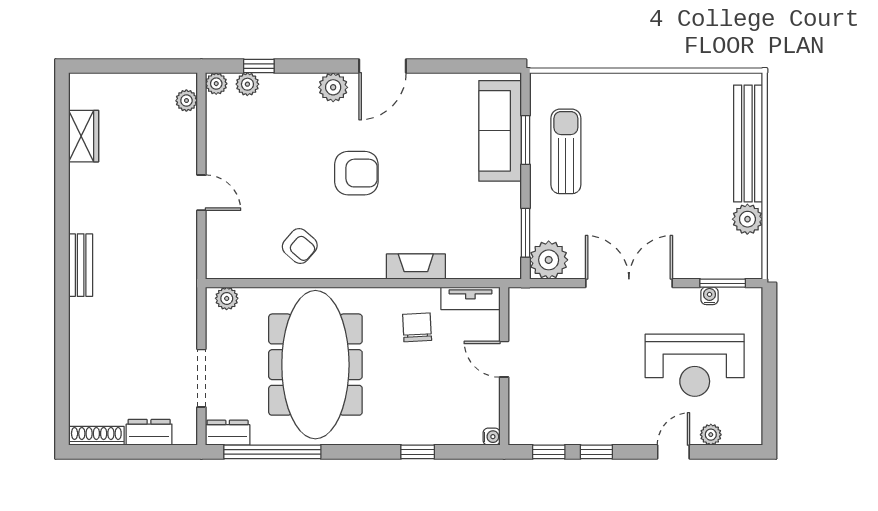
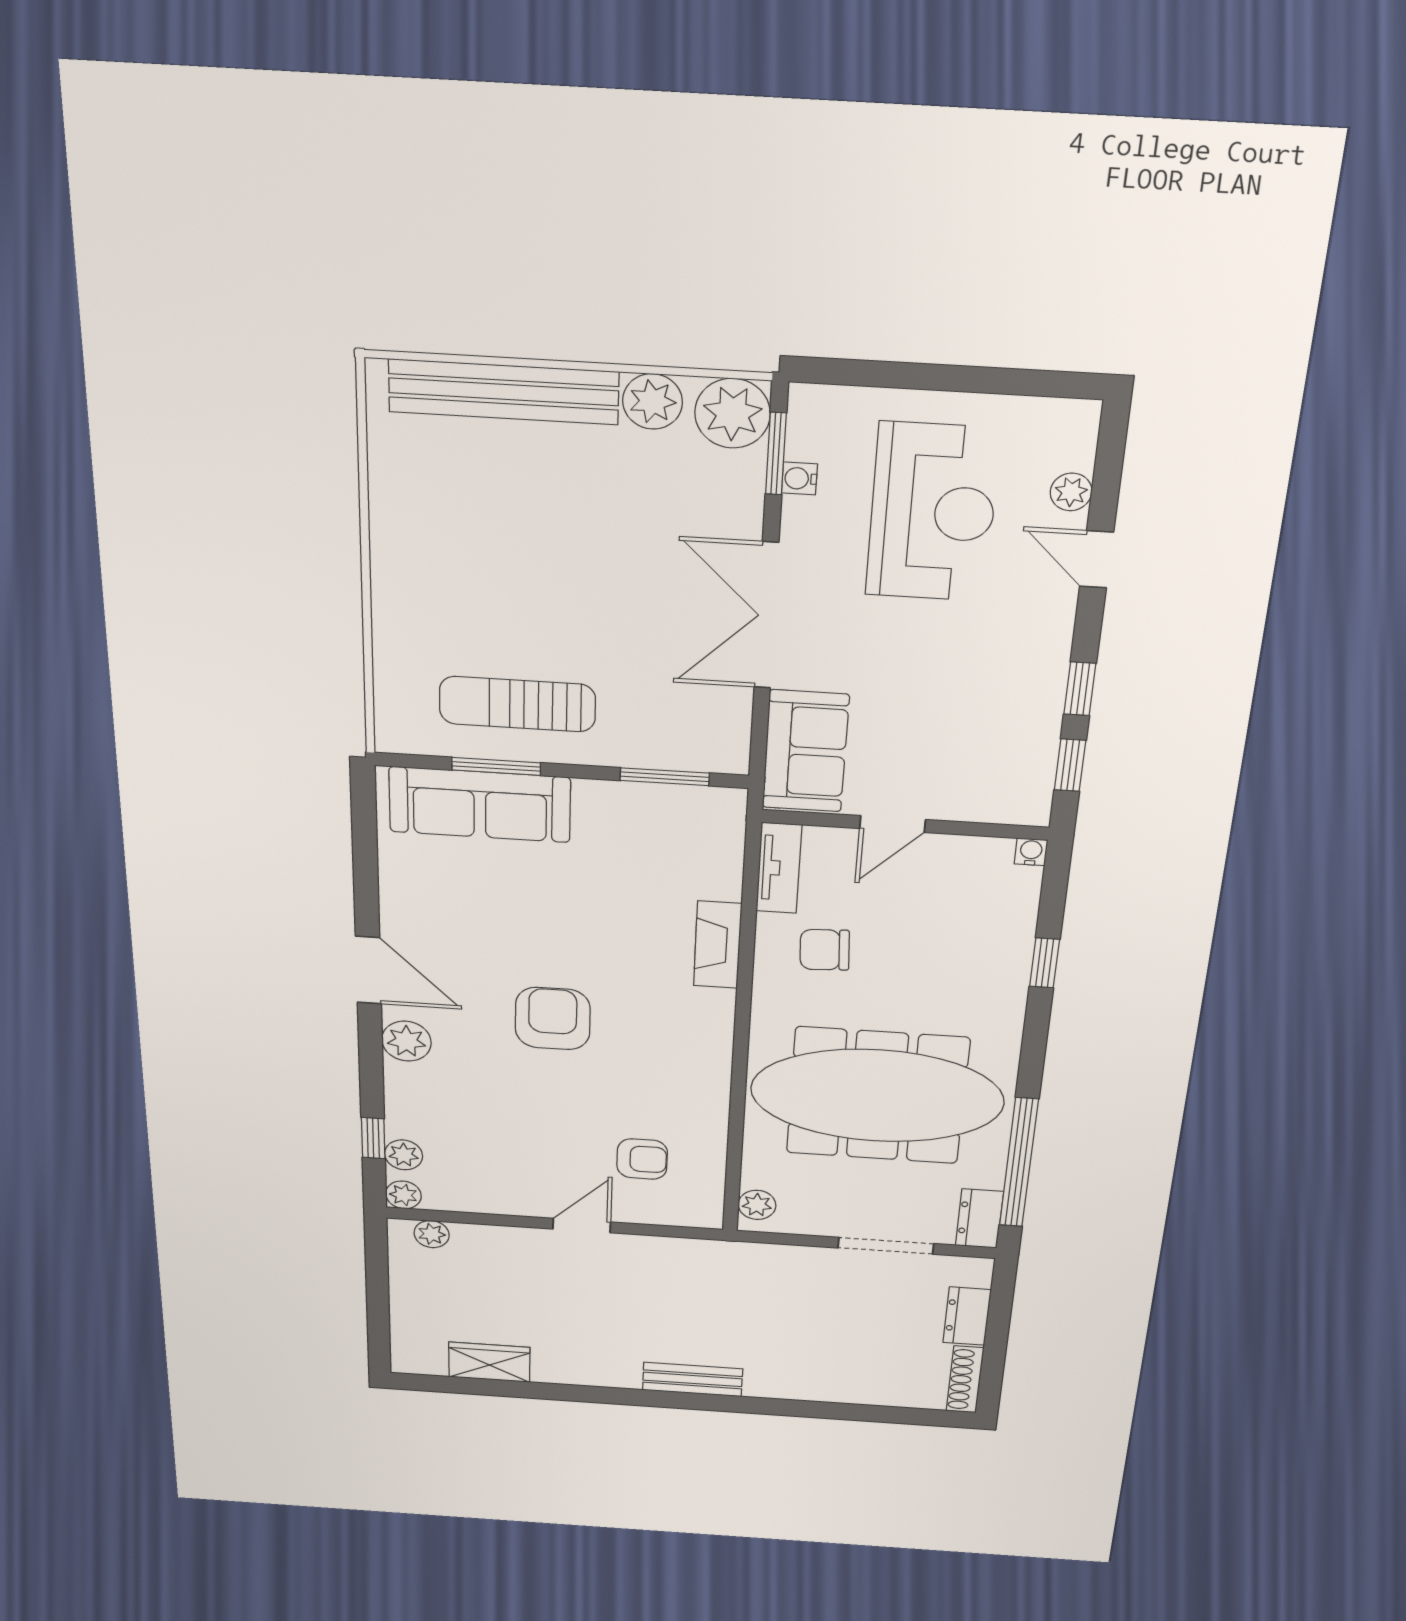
armchair: (300, 246) -> (642, 1159), moved, turned 49
plant: (549, 260) -> (733, 413), moved
sofa: (547, 309) -> (805, 751), added

